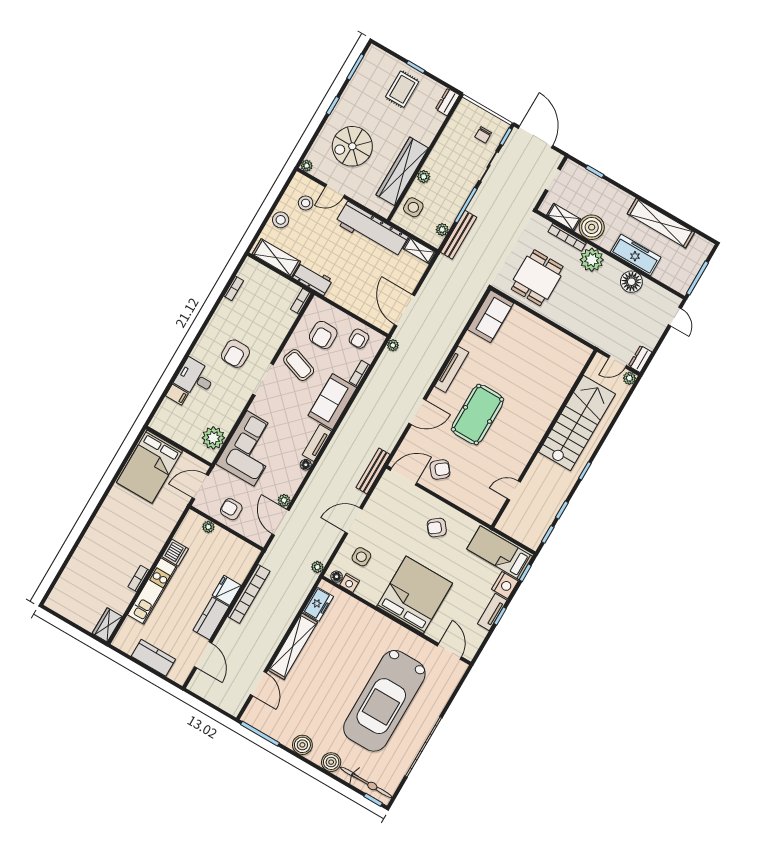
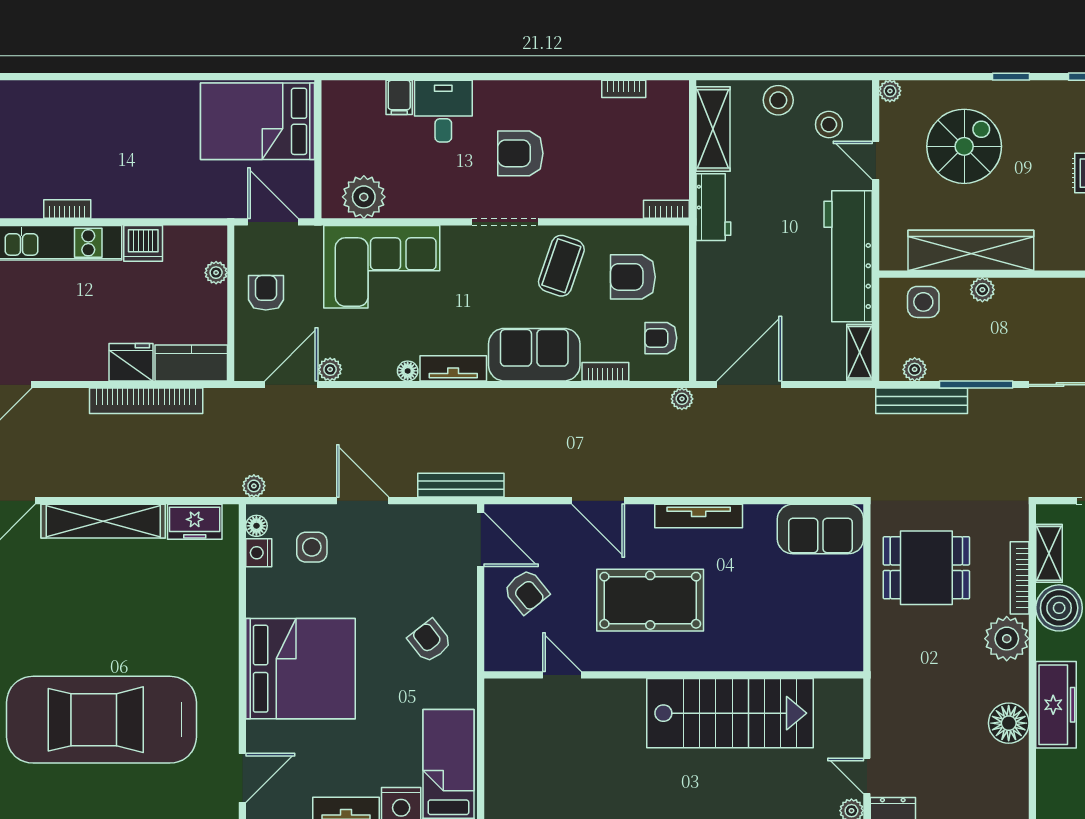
spiral stairs: (352, 146) -> (964, 146), turned 90
stairs: (577, 423) -> (730, 713), moved
wall: (544, 439) -> (674, 675), moved
door: (514, 490) -> (562, 675), moved
kitchen counter: (211, 619) -> (191, 363), moved

